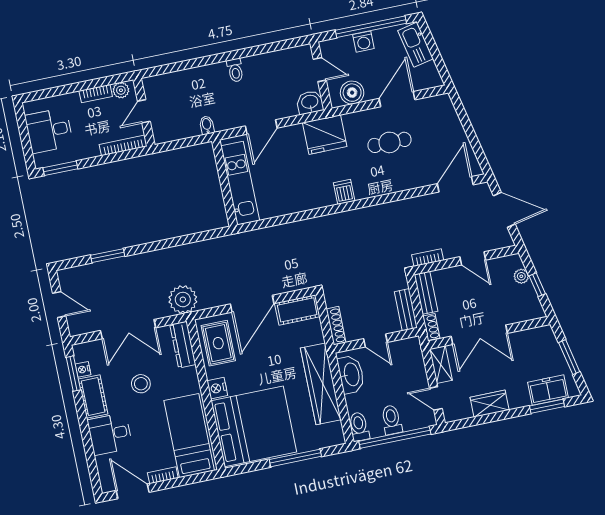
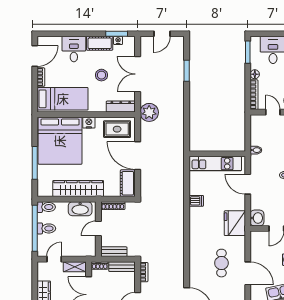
boiler: (352, 93) -> (258, 246), removed
floor lamp: (92, 151) -> (255, 74), added
dishwasher: (344, 192) -> (196, 201), moved

